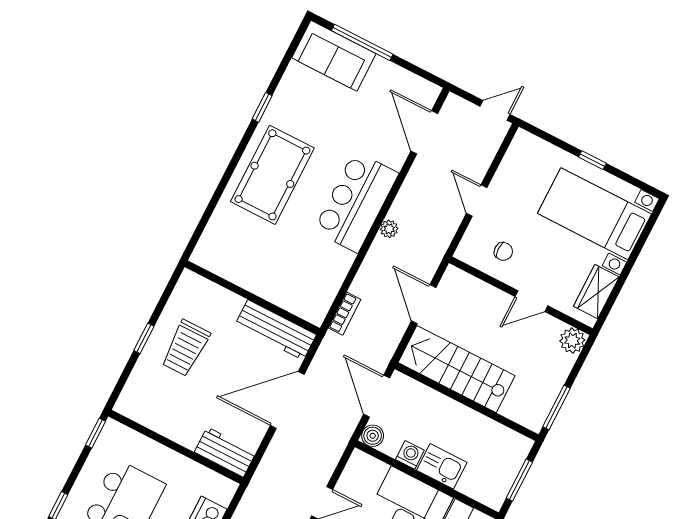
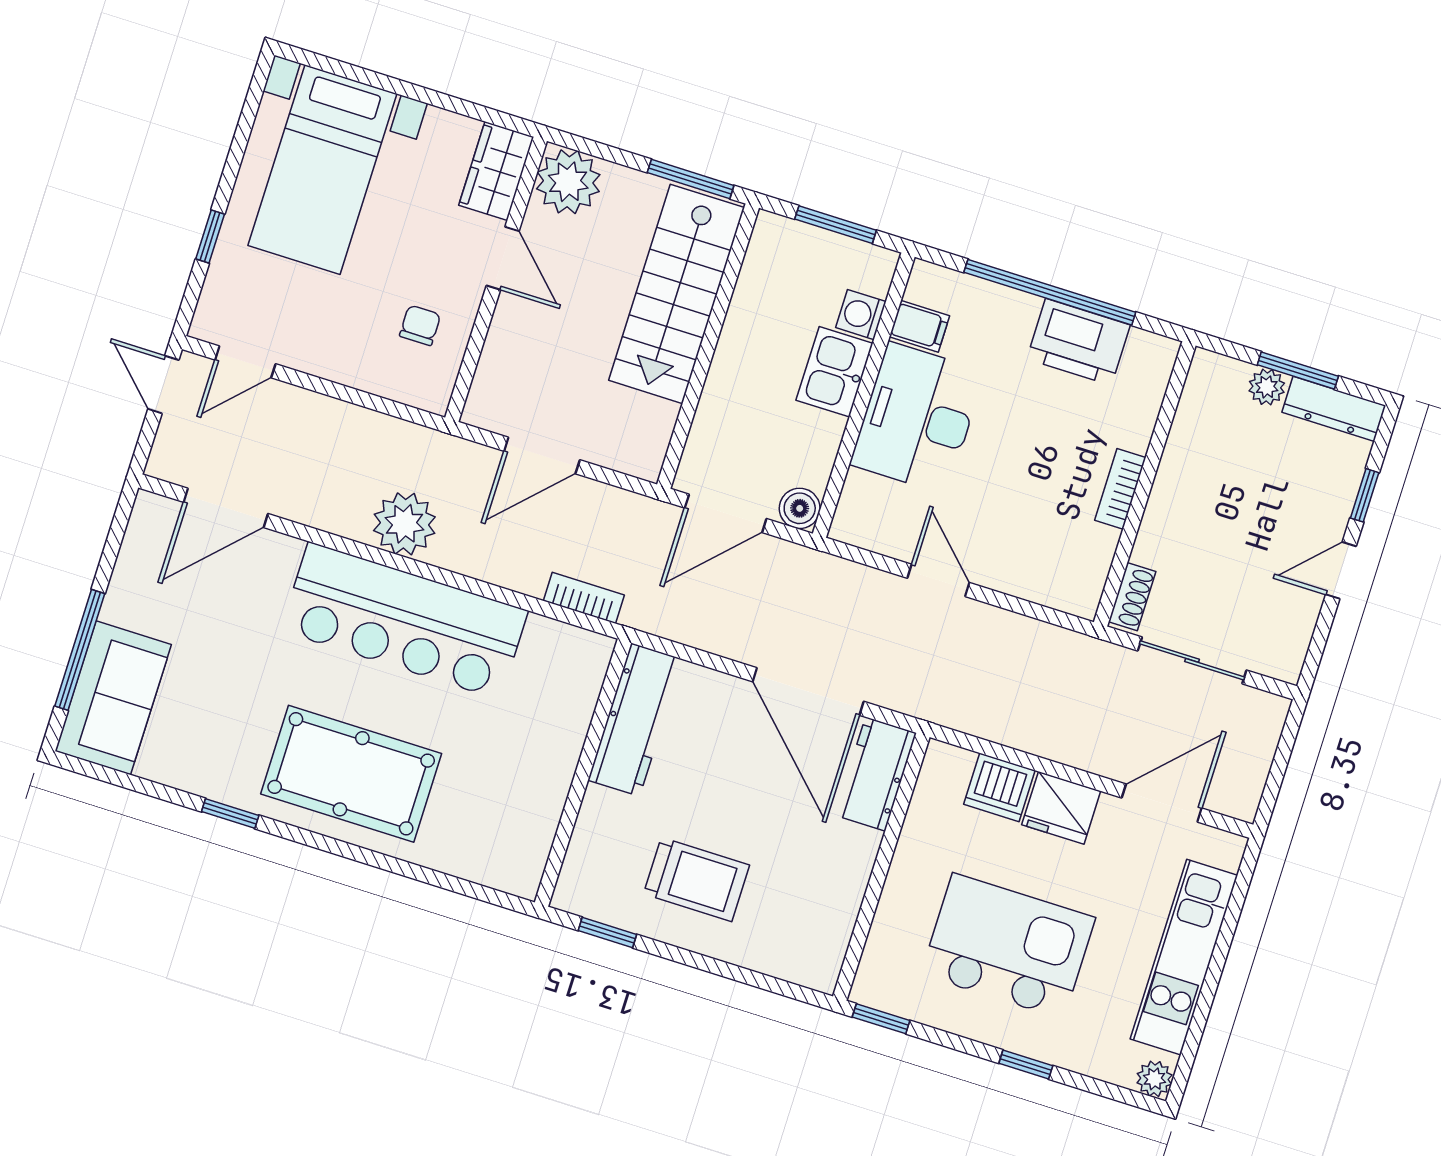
window: (592, 160) -> (210, 236), moved
door: (477, 201) -> (245, 362), moved
bar counter: (356, 202) -> (404, 621), width x1.36
plant: (389, 229) -> (404, 524), width x1.87, depth x1.87
wardrobe: (596, 292) -> (496, 171), moved, turned 90
window: (144, 338) -> (607, 932), moved
plant: (572, 341) -> (568, 182), width x1.36, depth x1.36
stairs: (457, 369) -> (677, 294), moved
door: (287, 400) -> (808, 691), moved
washing machine: (410, 455) -> (861, 315), moved

